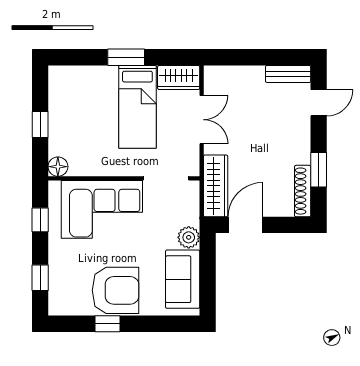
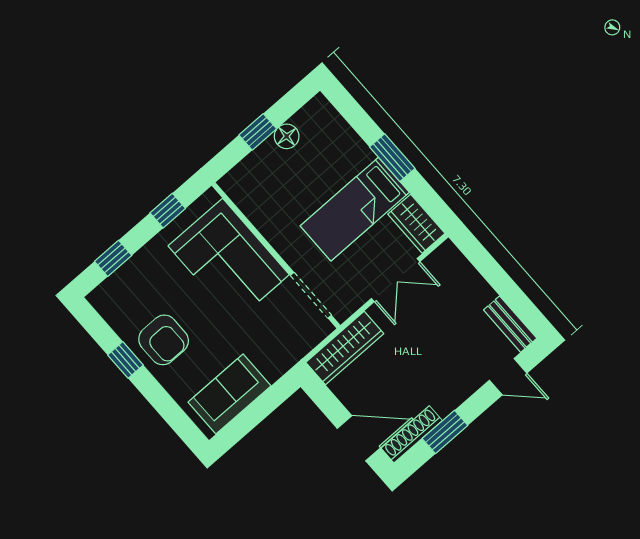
floor lamp: (58, 167) -> (287, 136), moved
door: (245, 225) -> (359, 438), moved
plant: (189, 237) -> (274, 365), removed
armchair: (115, 290) -> (164, 340), width x0.73, depth x0.73

